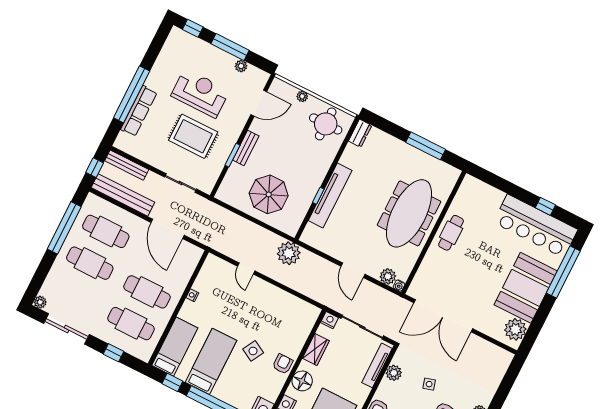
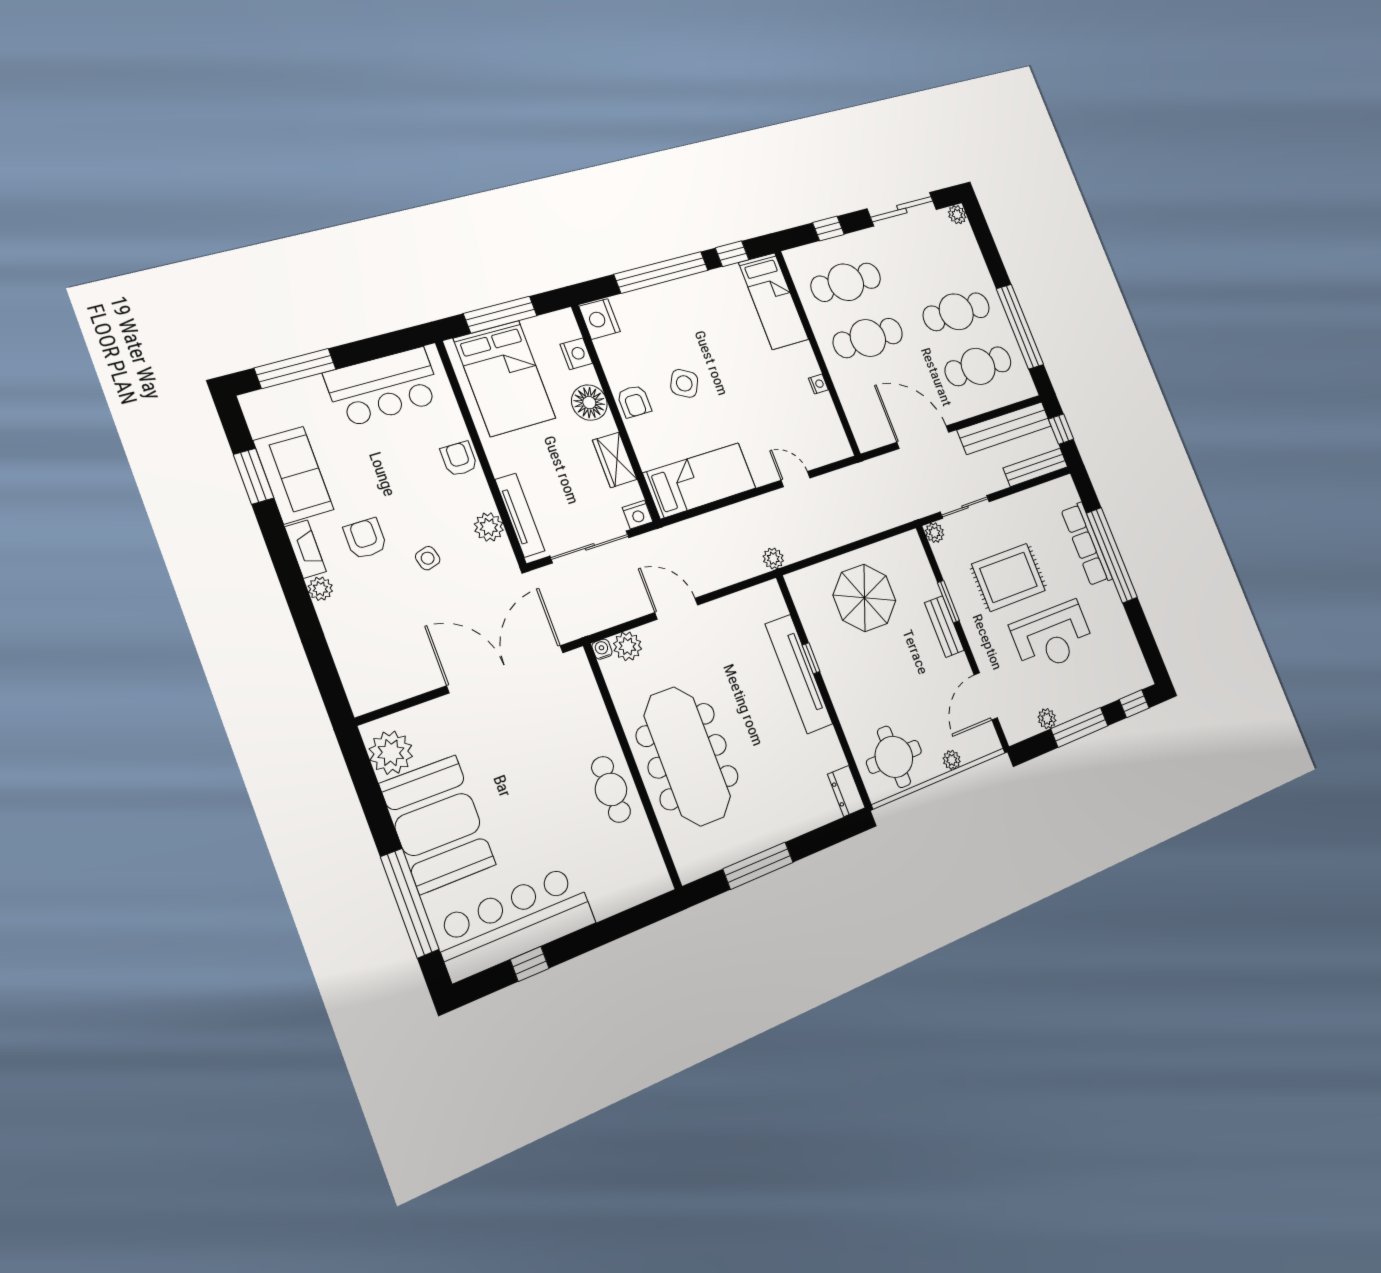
plant: (207, 187) -> (935, 533), added
plant: (289, 253) -> (773, 558), width x0.53, depth x0.53
bed: (211, 361) -> (700, 481), moved, turned -90

